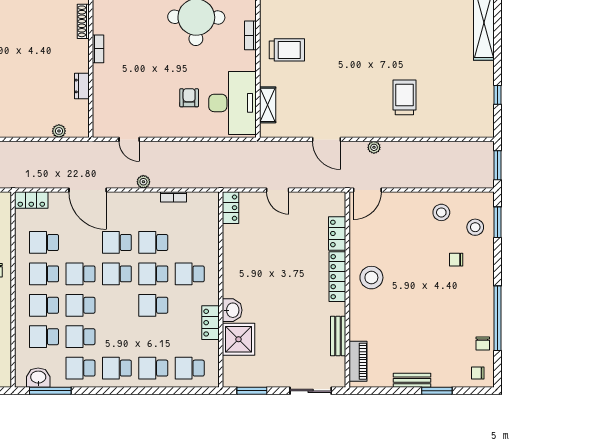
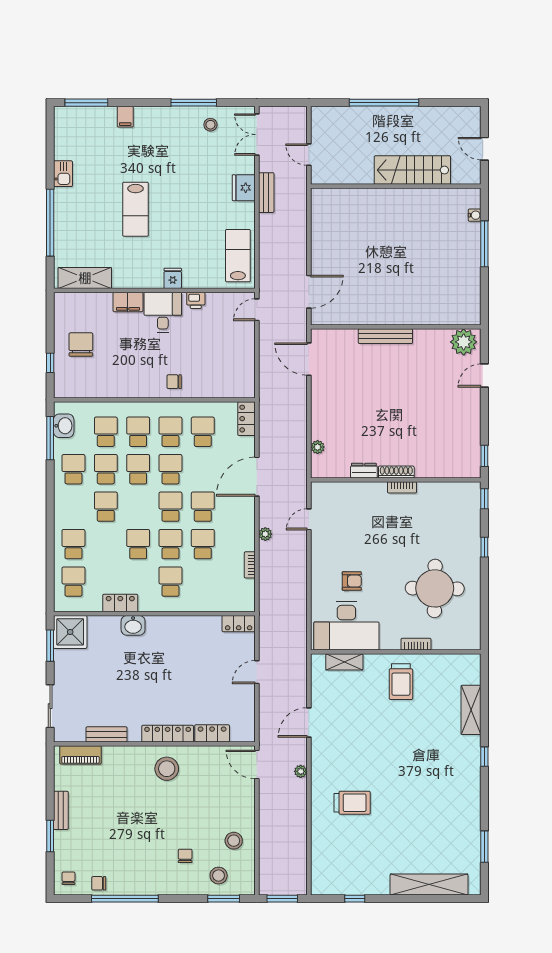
shoe rack: (83, 21) -> (396, 472), moved
shower: (239, 339) -> (70, 632), moved
school desk: (117, 368) -> (106, 507), moved

